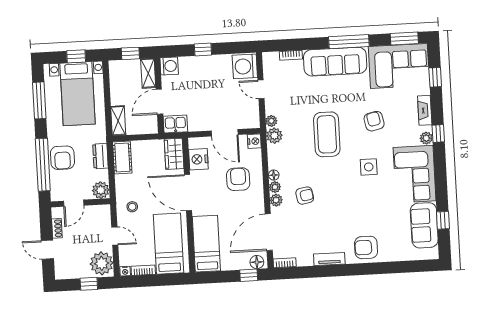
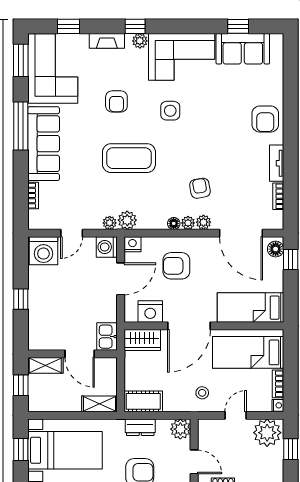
washing machine: (169, 66) -> (107, 247), moved, turned -90
armchair: (374, 121) -> (116, 101), turned -78
bookcase: (285, 263) -> (278, 196), moved

